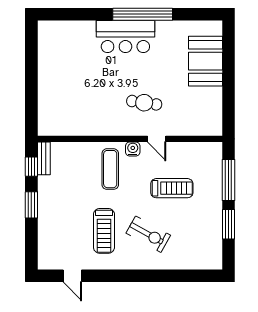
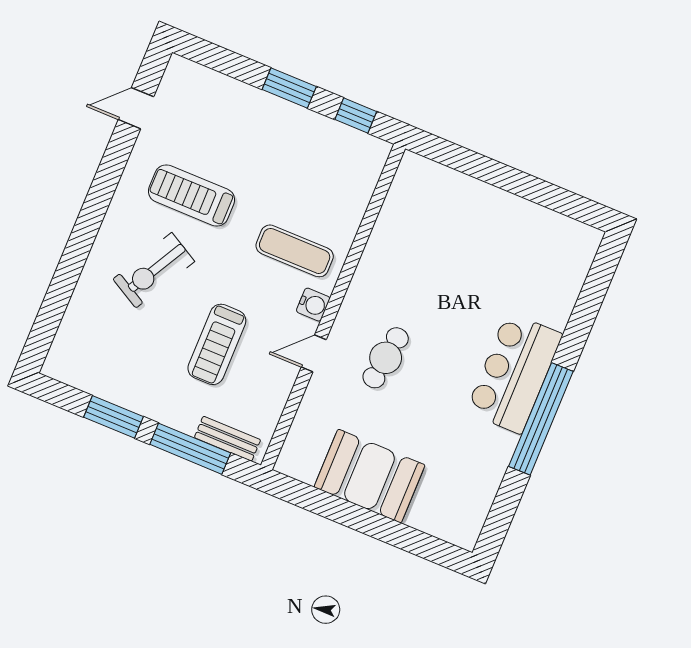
booth: (205, 61) -> (370, 476), moved
bench: (44, 158) -> (227, 439), moved

